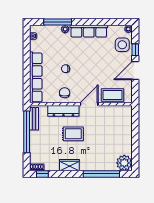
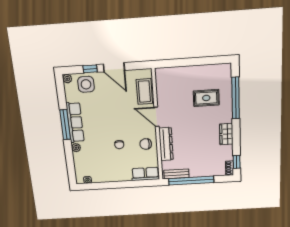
window: (58, 22) -> (65, 125), moved
row of seats: (36, 77) -> (145, 174), width x0.50
rug: (73, 134) -> (206, 98), moved, turned 90
plant: (124, 163) -> (222, 73), removed

